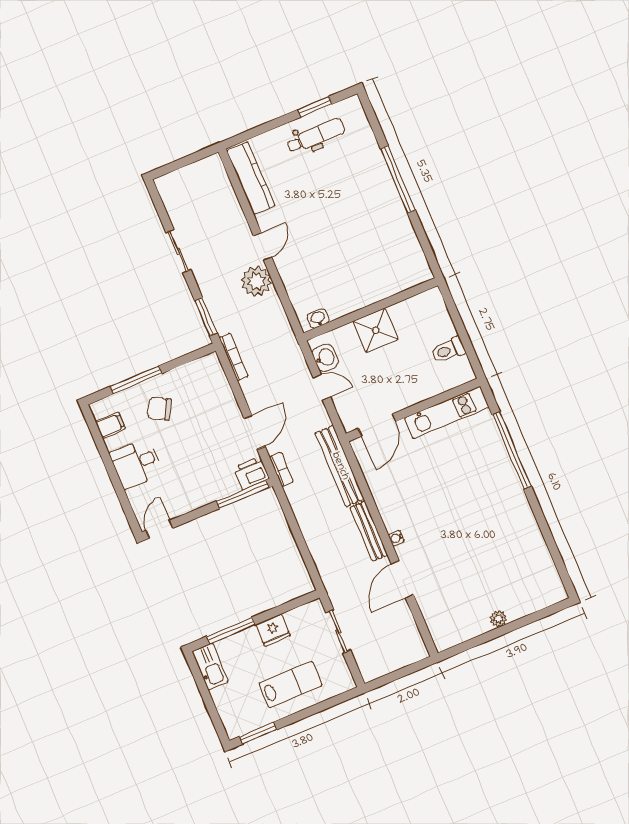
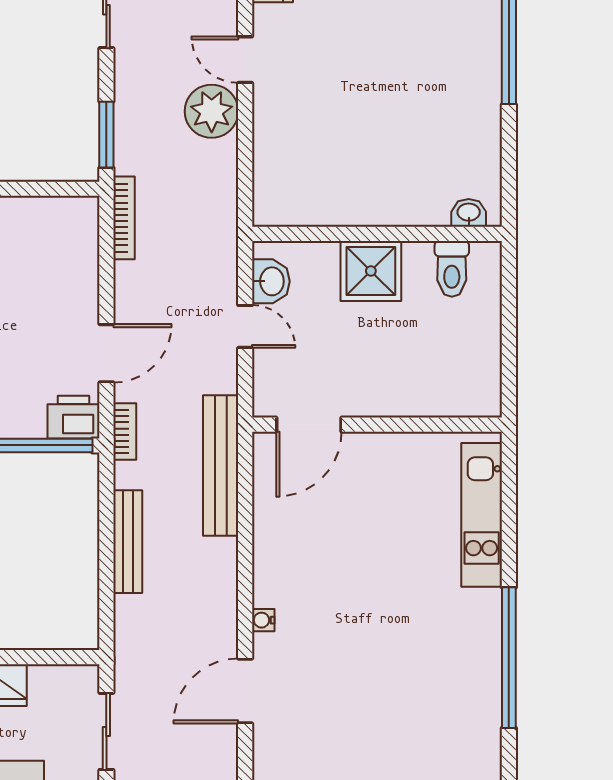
door: (263, 247) -> (245, 60), swing flipped
washbasin: (318, 318) -> (469, 213), moved
toilet: (448, 350) -> (452, 269), moved, turned -90
kitchen unit: (447, 413) -> (482, 515), moved, turned 90
window: (512, 450) -> (509, 658), moved
bench: (369, 531) -> (128, 542), moved

